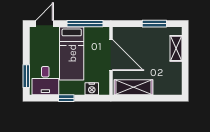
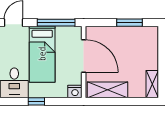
shelving: (176, 48) -> (152, 84), moved
nightstand: (92, 89) -> (75, 92), moved

